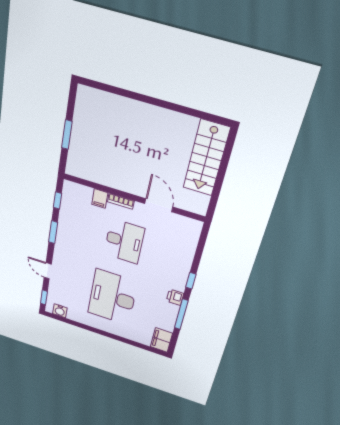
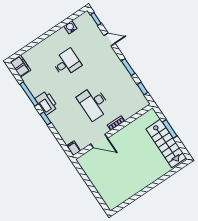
stairs: (206, 158) -> (166, 143), moved, turned 180
filing cabinet: (100, 198) -> (74, 148), moved
desk: (112, 297) -> (67, 63), width x0.53, depth x0.77
printer: (175, 297) -> (46, 103), width x1.87, depth x1.48
water cooler: (60, 311) -> (70, 27), moved

